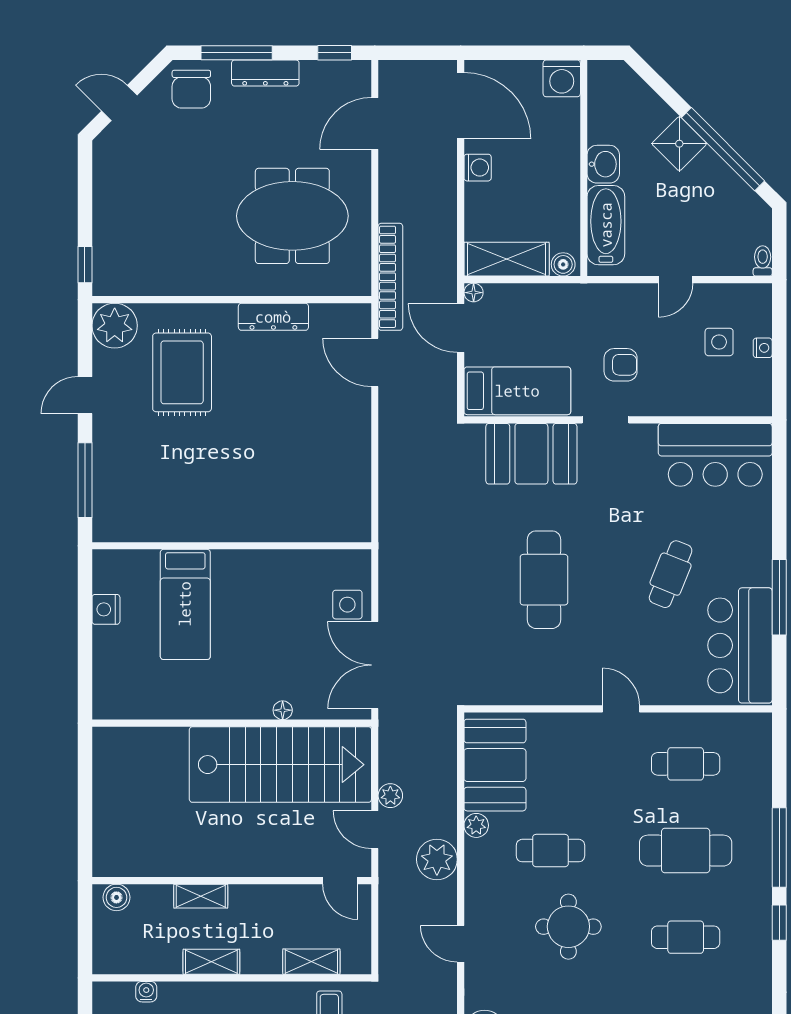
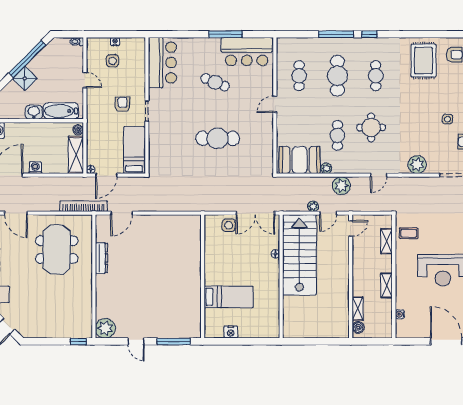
rug: (182, 372) -> (126, 298), removed
booth: (531, 454) -> (162, 144), removed
shelving: (201, 896) -> (358, 309), moved

